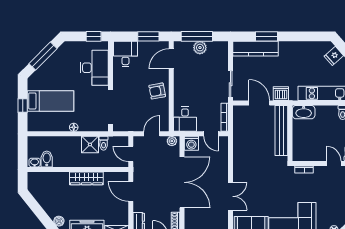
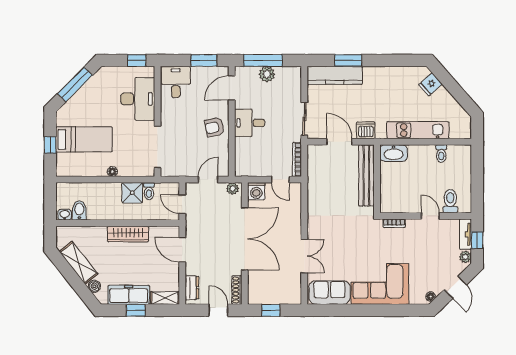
desk: (185, 119) -> (250, 123), moved, turned 90
shelving: (46, 202) -> (79, 263), added

